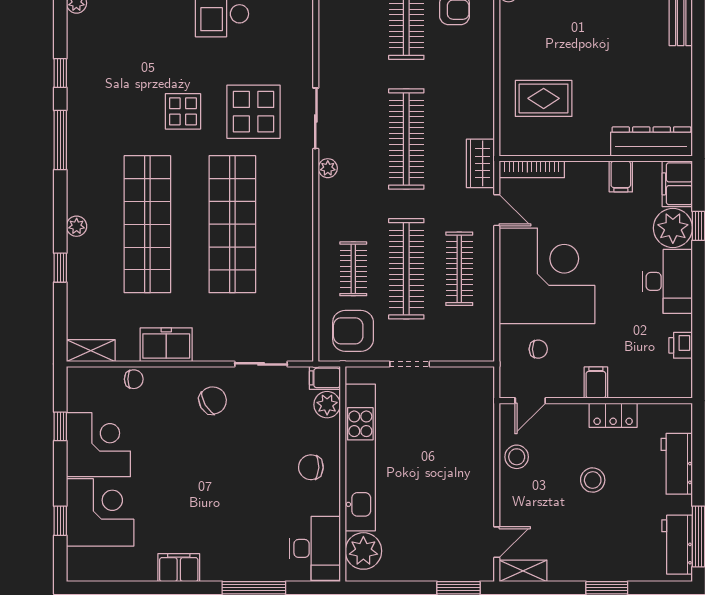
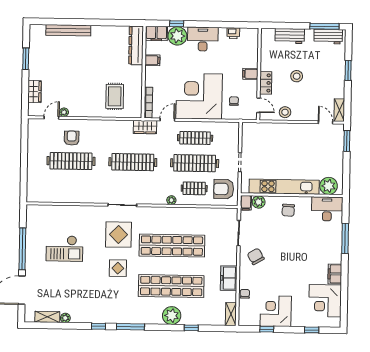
plant: (328, 168) -> (171, 200), moved
plant: (77, 226) -> (172, 316), width x1.87, depth x1.87
armchair: (353, 331) -> (224, 189), turned 90
locker: (613, 415) -> (266, 83), moved
corner desk: (100, 512) -> (325, 301), moved, turned -90

